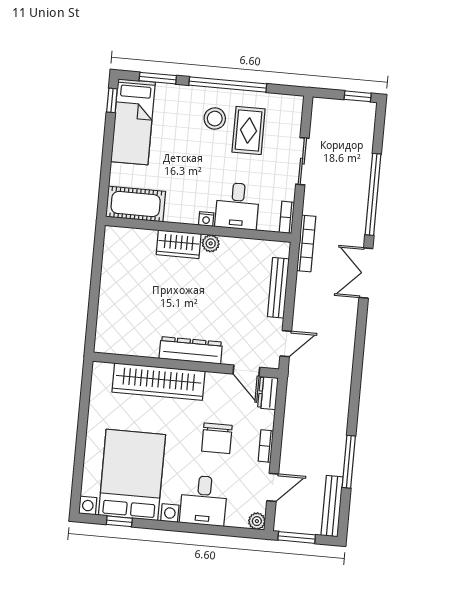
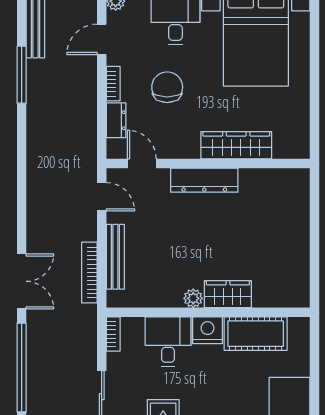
cot: (136, 204) -> (256, 334), moved
nightstand: (206, 219) -> (208, 330), width x1.89, depth x1.79
bookcase: (306, 243) -> (89, 272), moved
door: (286, 344) -> (102, 197), swing flipped
wardrobe: (158, 382) -> (236, 145), width x0.71, depth x0.85
dresser: (268, 393) -> (116, 120), moved

